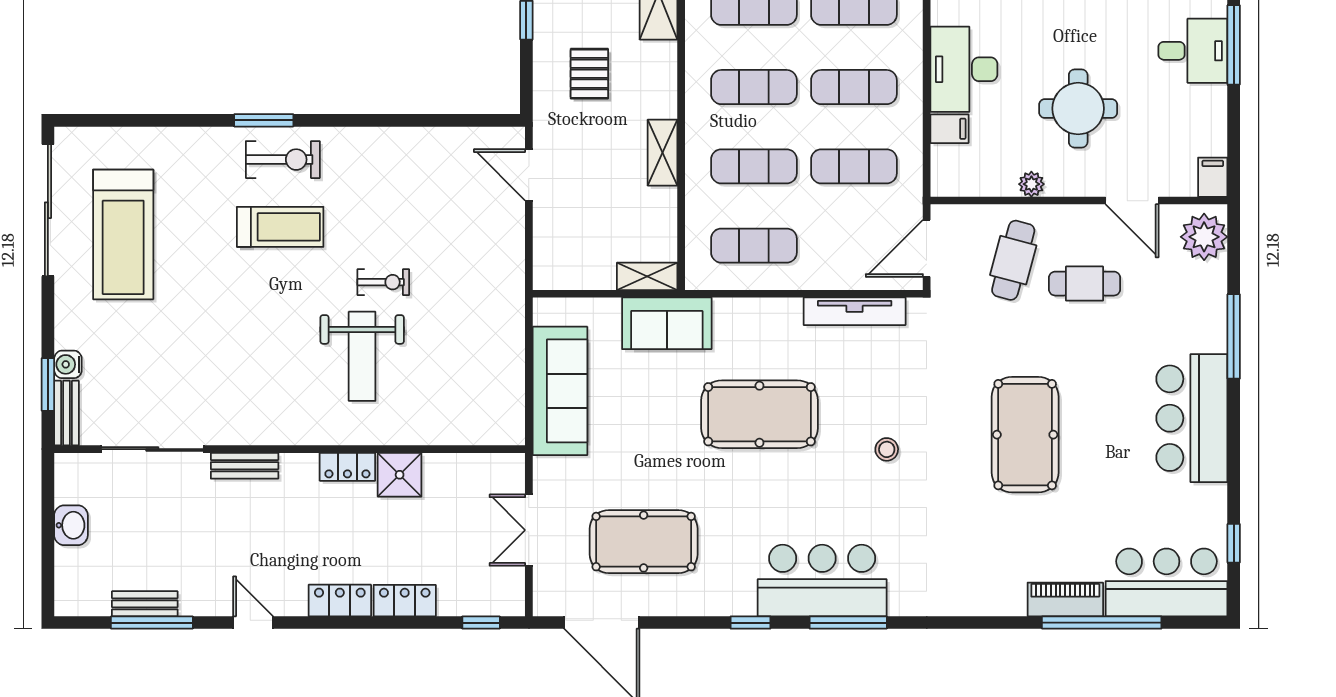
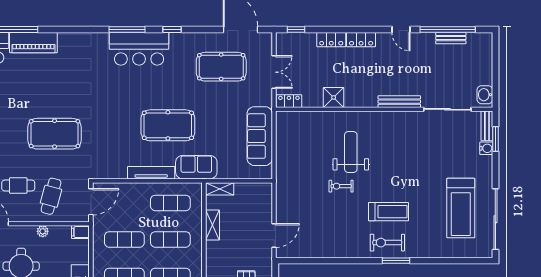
filing cabinet: (949, 129) -> (80, 232), moved
shelving: (663, 153) -> (212, 225), moved
door: (529, 175) -> (274, 236), hinge flipped
treadmill: (280, 227) -> (389, 212), turned 180
treadmill: (123, 234) -> (461, 208), turned 180
tv unit: (855, 311) -> (151, 173), moved
sofa: (667, 323) -> (196, 167), moved
pool table: (1025, 435) -> (55, 134), moved, turned 90
stool: (887, 449) -> (109, 109), removed
bench: (245, 466) -> (399, 102), width x1.36
locker: (347, 467) -> (289, 101), moved
washbasin: (71, 525) -> (485, 95), moved
piano: (1065, 599) -> (33, 43), width x1.37, depth x1.33
window: (152, 623) -> (448, 29), width x1.46

